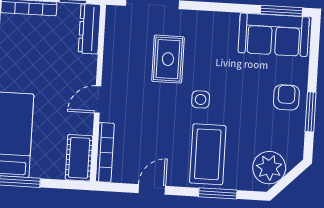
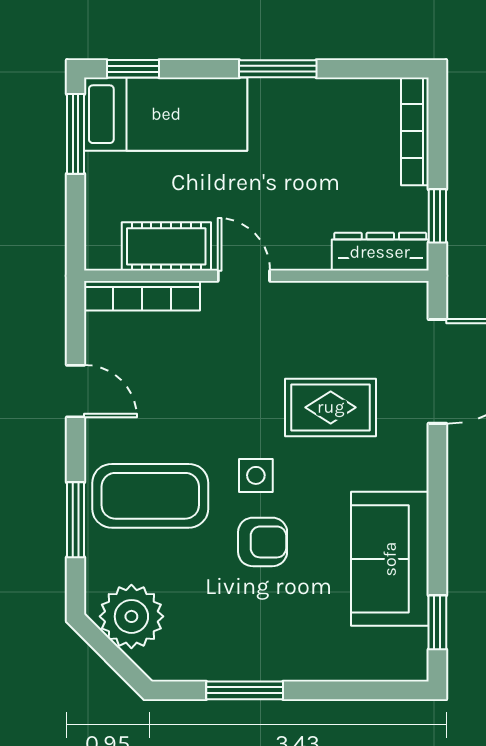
window: (281, 11) -> (437, 622), width x0.67
sofa: (274, 35) -> (390, 559), moved
armchair: (286, 97) -> (263, 542), moved
cot: (79, 158) -> (166, 246), moved

